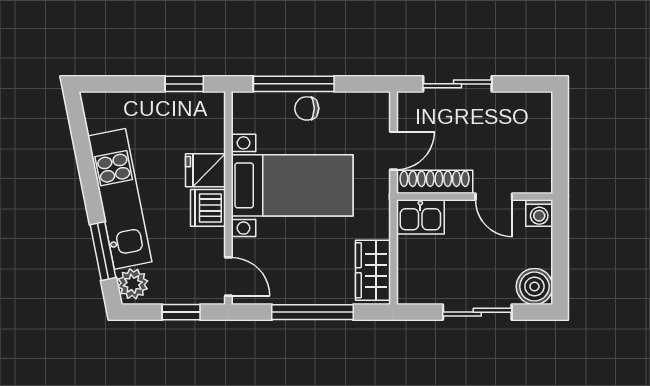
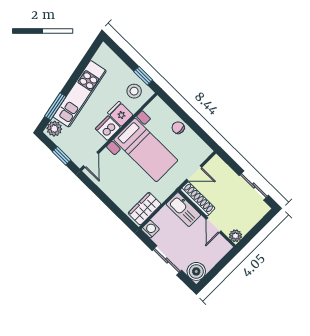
window: (294, 84) -> (182, 114), removed
sliding door: (457, 84) -> (254, 185), moved
stool: (193, 119) -> (134, 91), added
plant: (540, 181) -> (235, 236), added
washing machine: (539, 213) -> (150, 229), moved, turned 180
kitchen sink: (420, 217) -> (183, 209), width x1.38
window: (313, 312) -> (108, 202), removed

